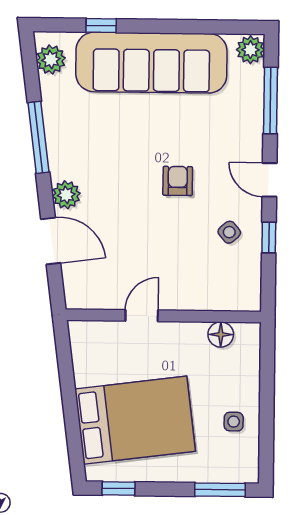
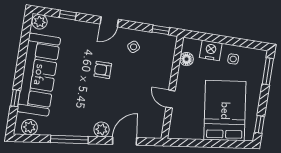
window: (270, 101) -> (68, 15), width x0.46
window: (269, 238) -> (161, 30), moved
nightstand: (244, 377) -> (211, 50), added

